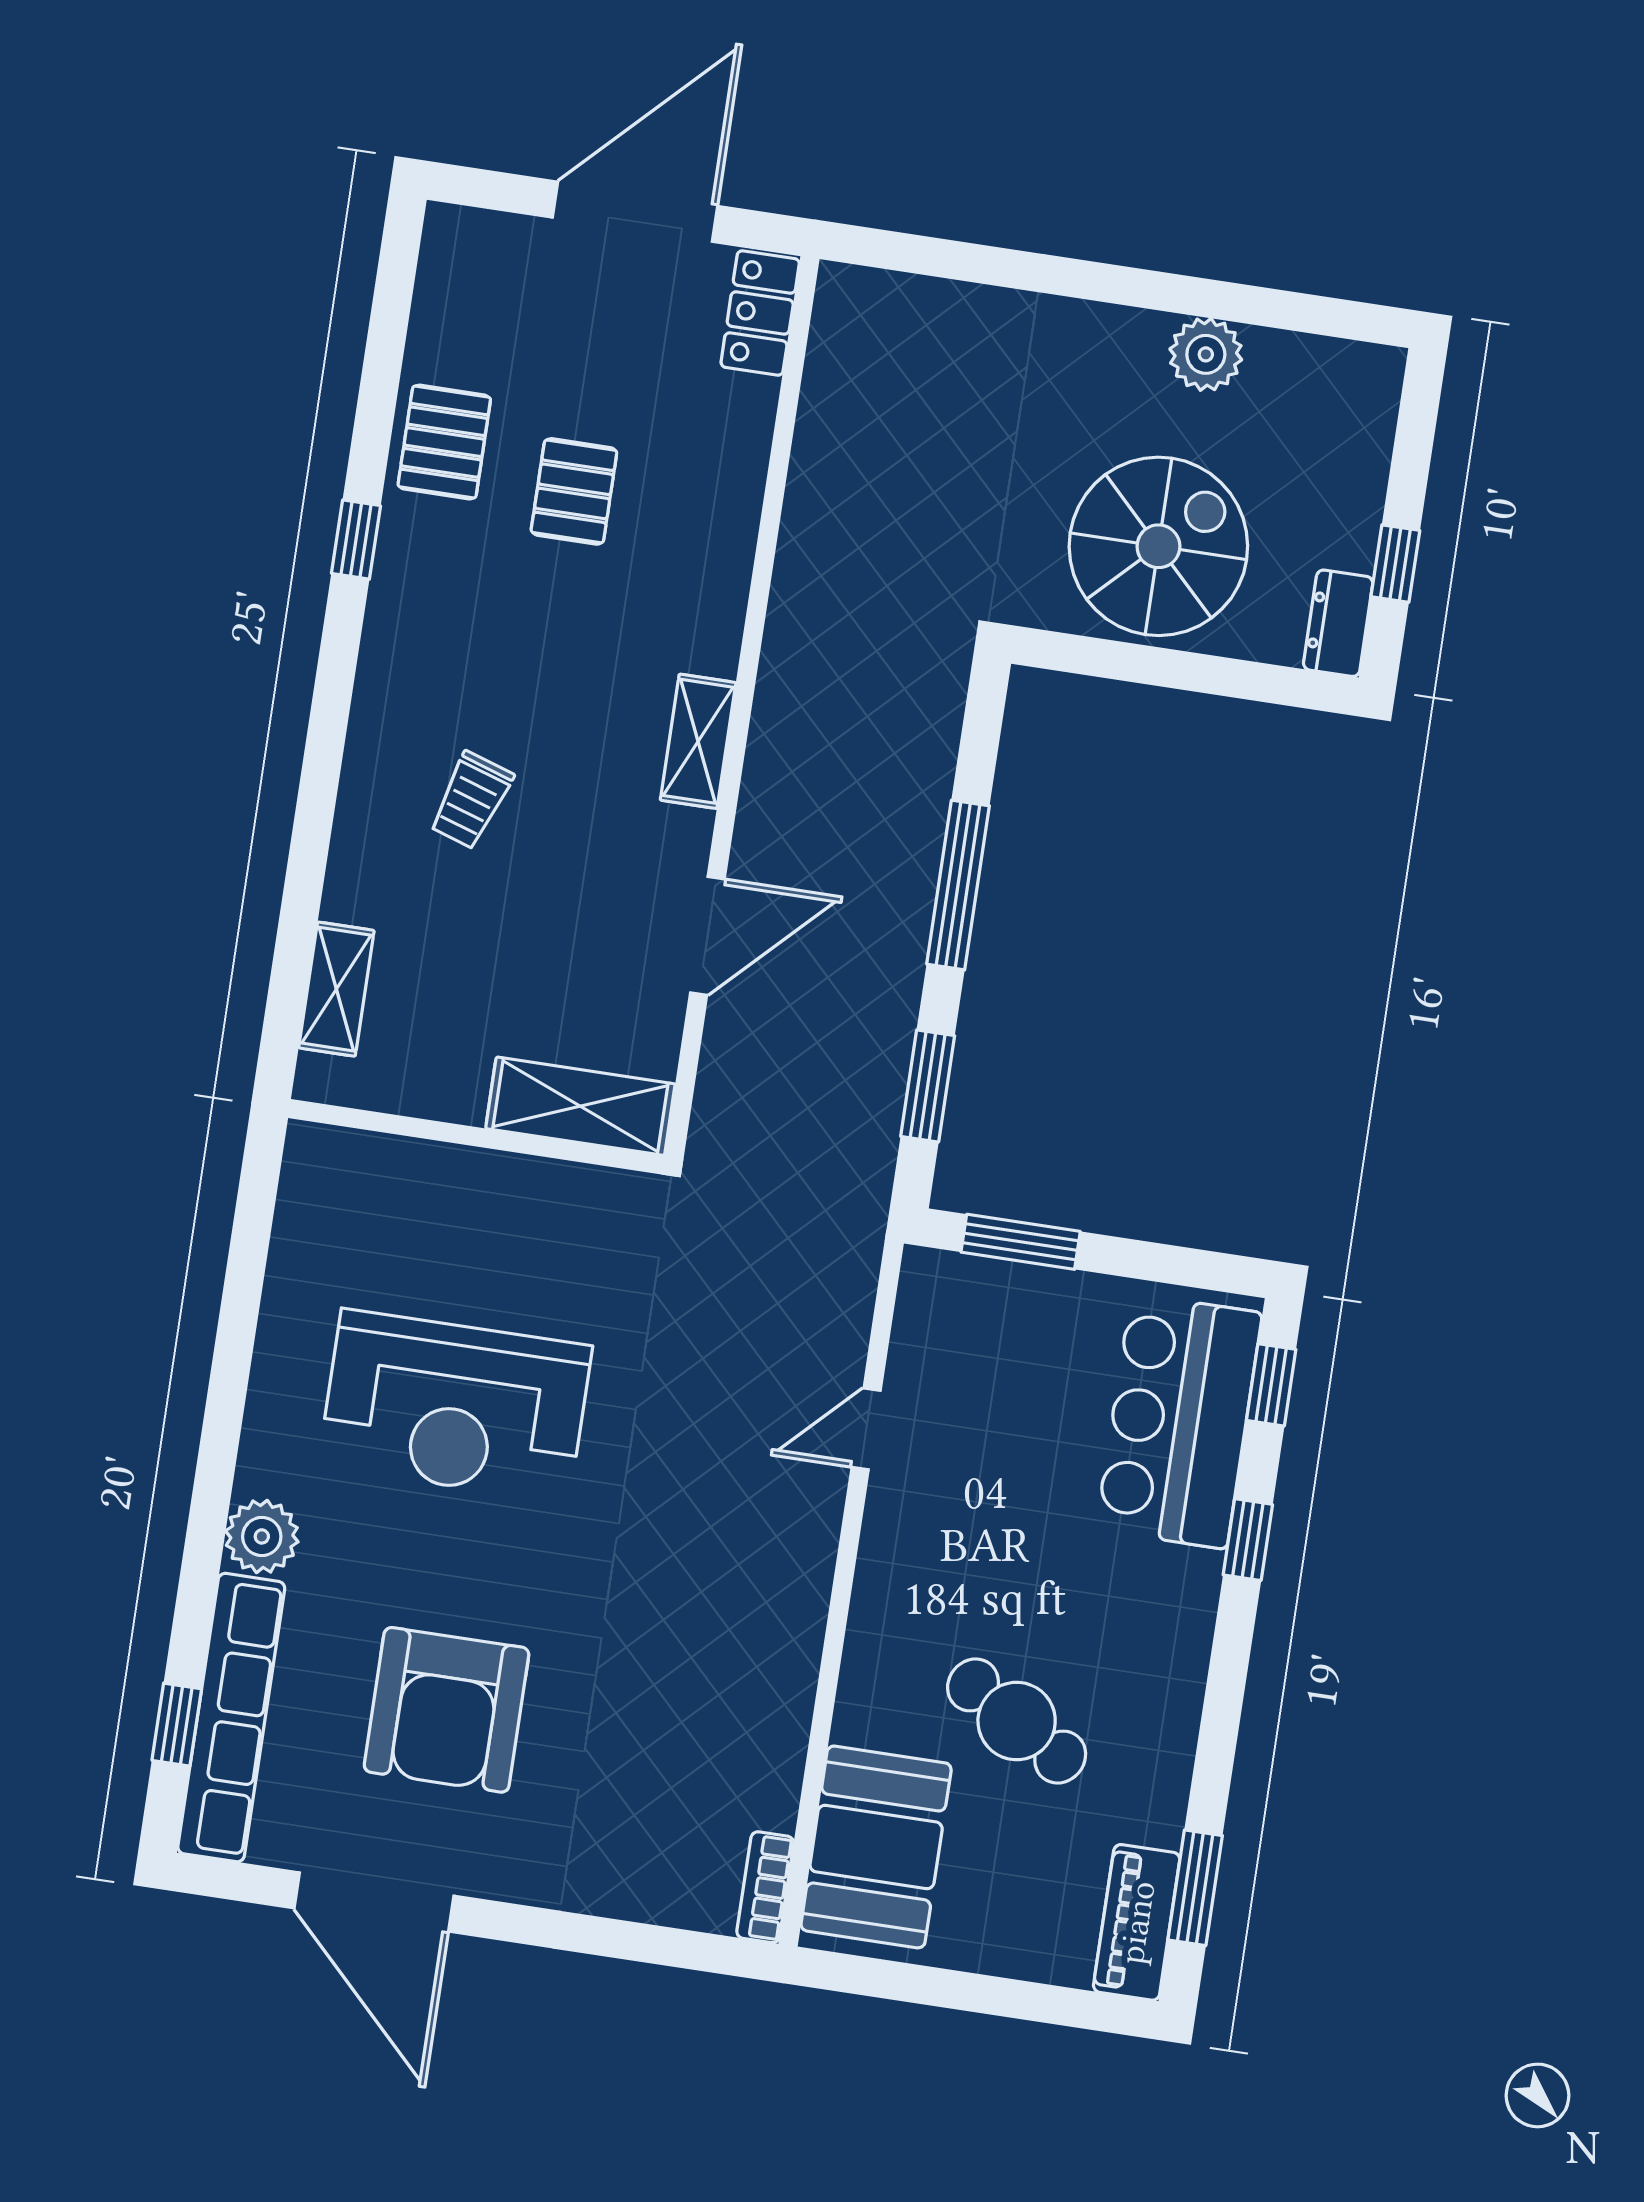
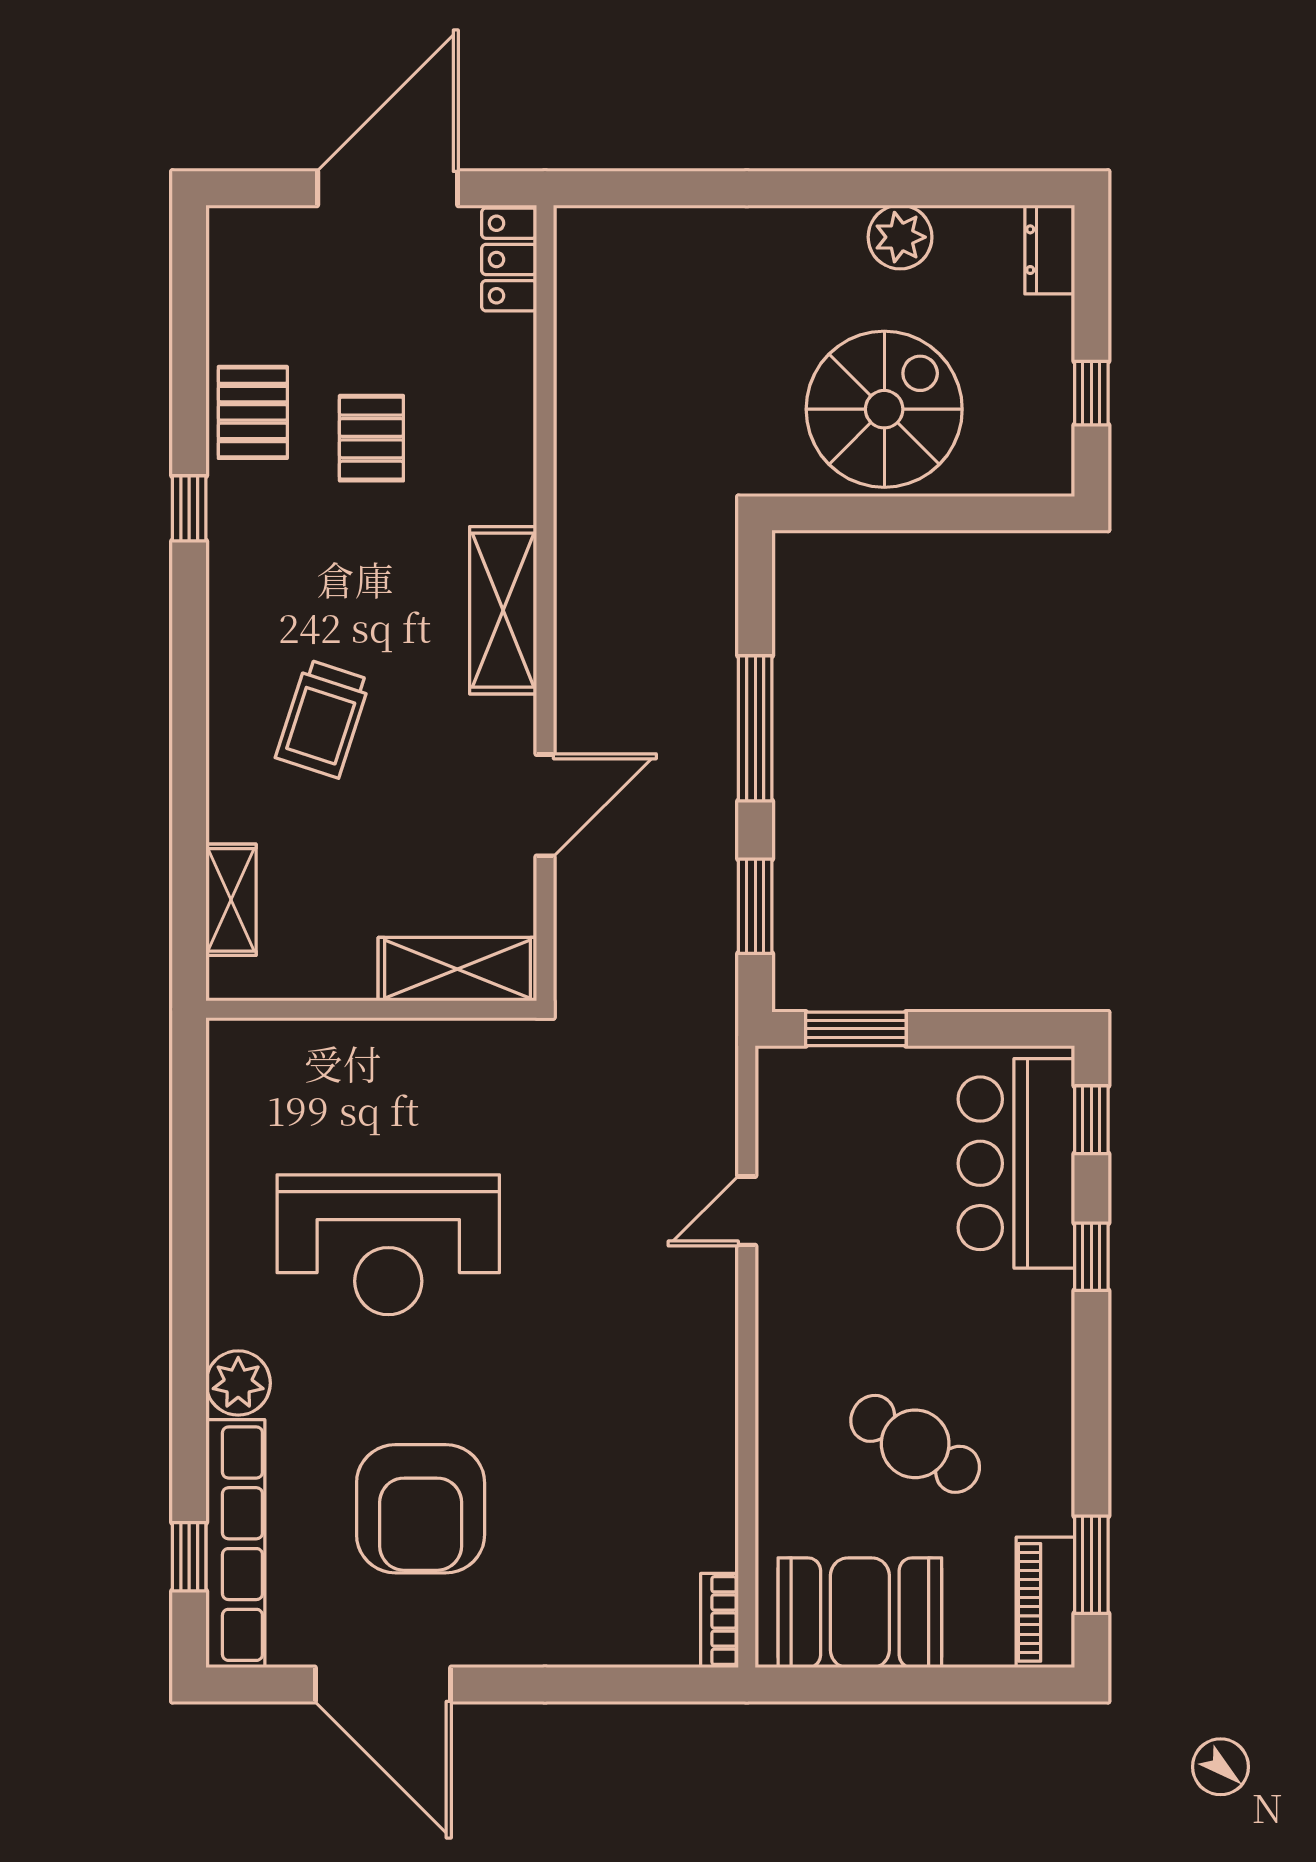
dresser: (1338, 623) -> (1050, 250), moved
shelving: (698, 741) -> (503, 610), width x1.50, depth x1.33
trolley: (471, 800) -> (323, 719), width x1.36, depth x1.39
booth: (876, 1847) -> (860, 1613), moved, turned 90

